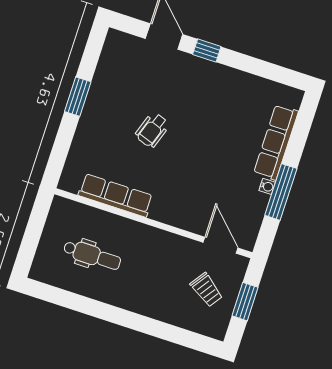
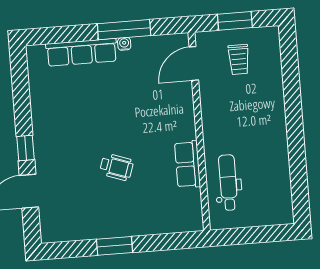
row of seats: (116, 195) -> (188, 164), width x0.68
dental chair: (92, 255) -> (228, 183), moved
trolley: (207, 290) -> (239, 59), turned 145

